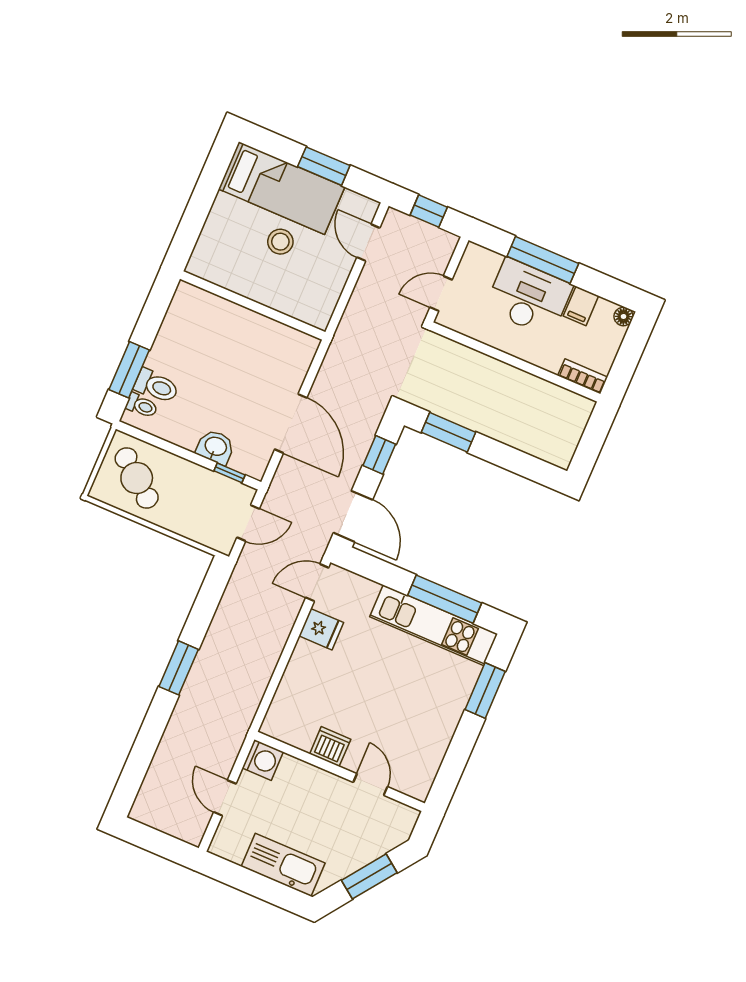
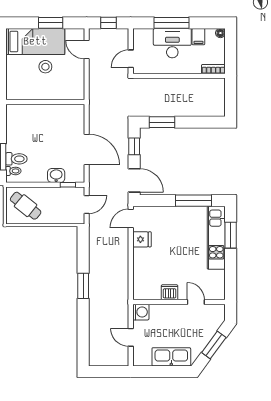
kitchen unit: (434, 625) -> (216, 238), moved, turned 90

